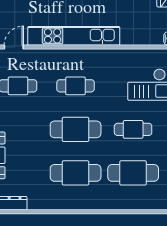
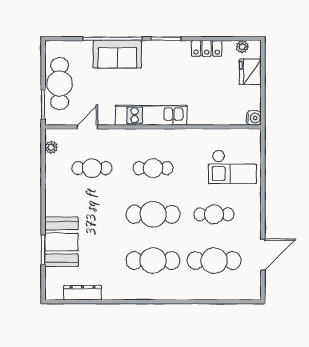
kitchen unit: (74, 36) -> (151, 115), width x0.73

